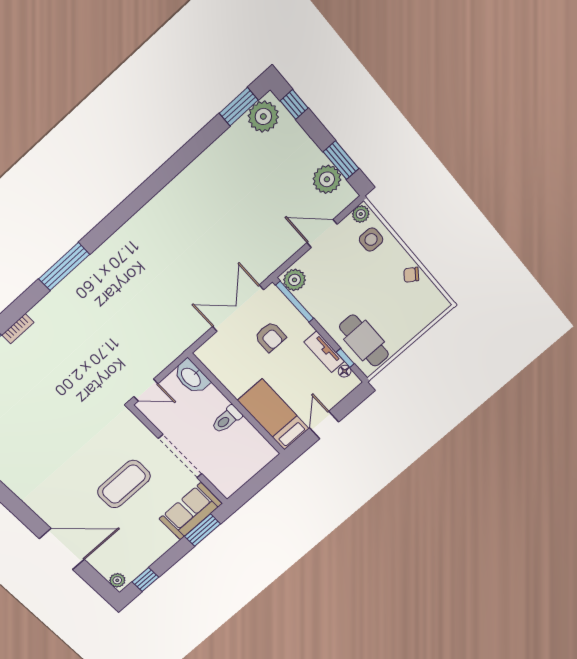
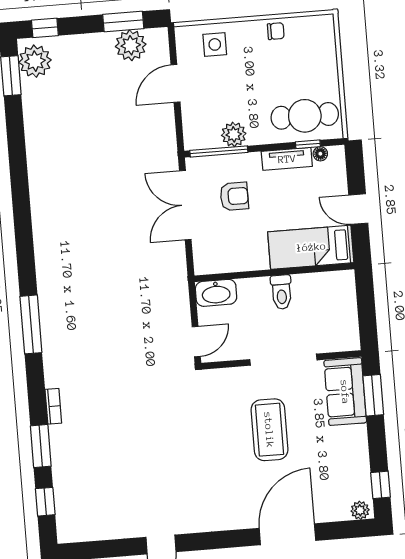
plant: (361, 214) -> (184, 38), removed
chair: (411, 275) -> (276, 31), turned -125
plant: (294, 280) -> (234, 134), moved

